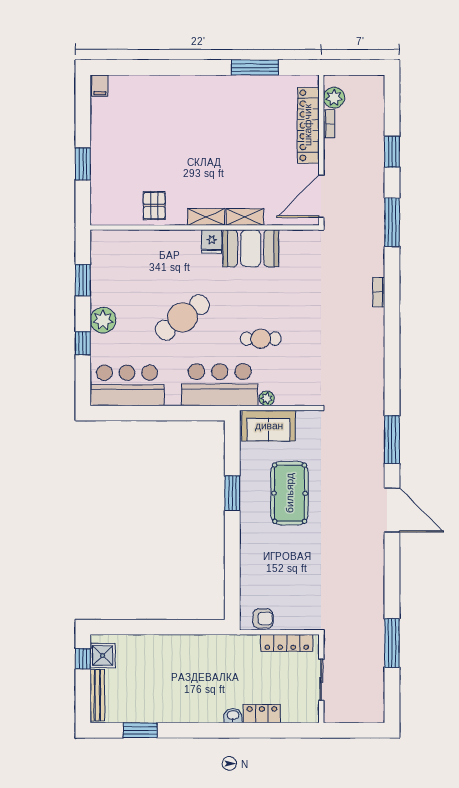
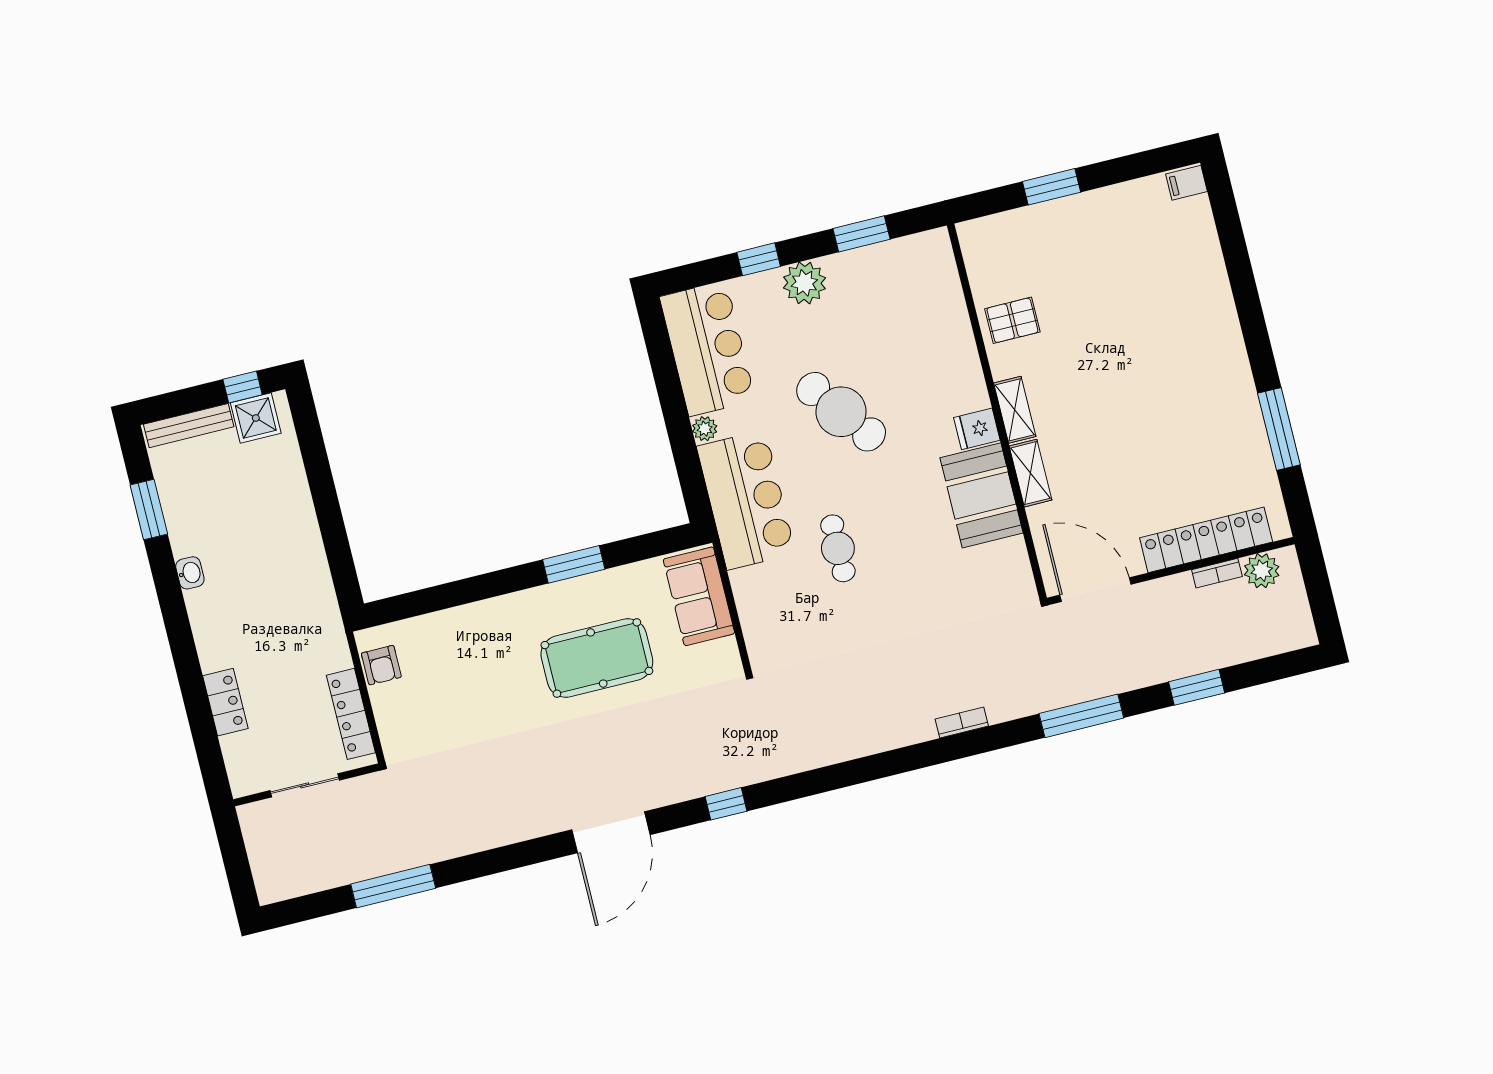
plant: (267, 398) -> (705, 429), moved
window: (392, 440) -> (726, 804), width x0.46
washbasin: (233, 716) -> (190, 573), moved

